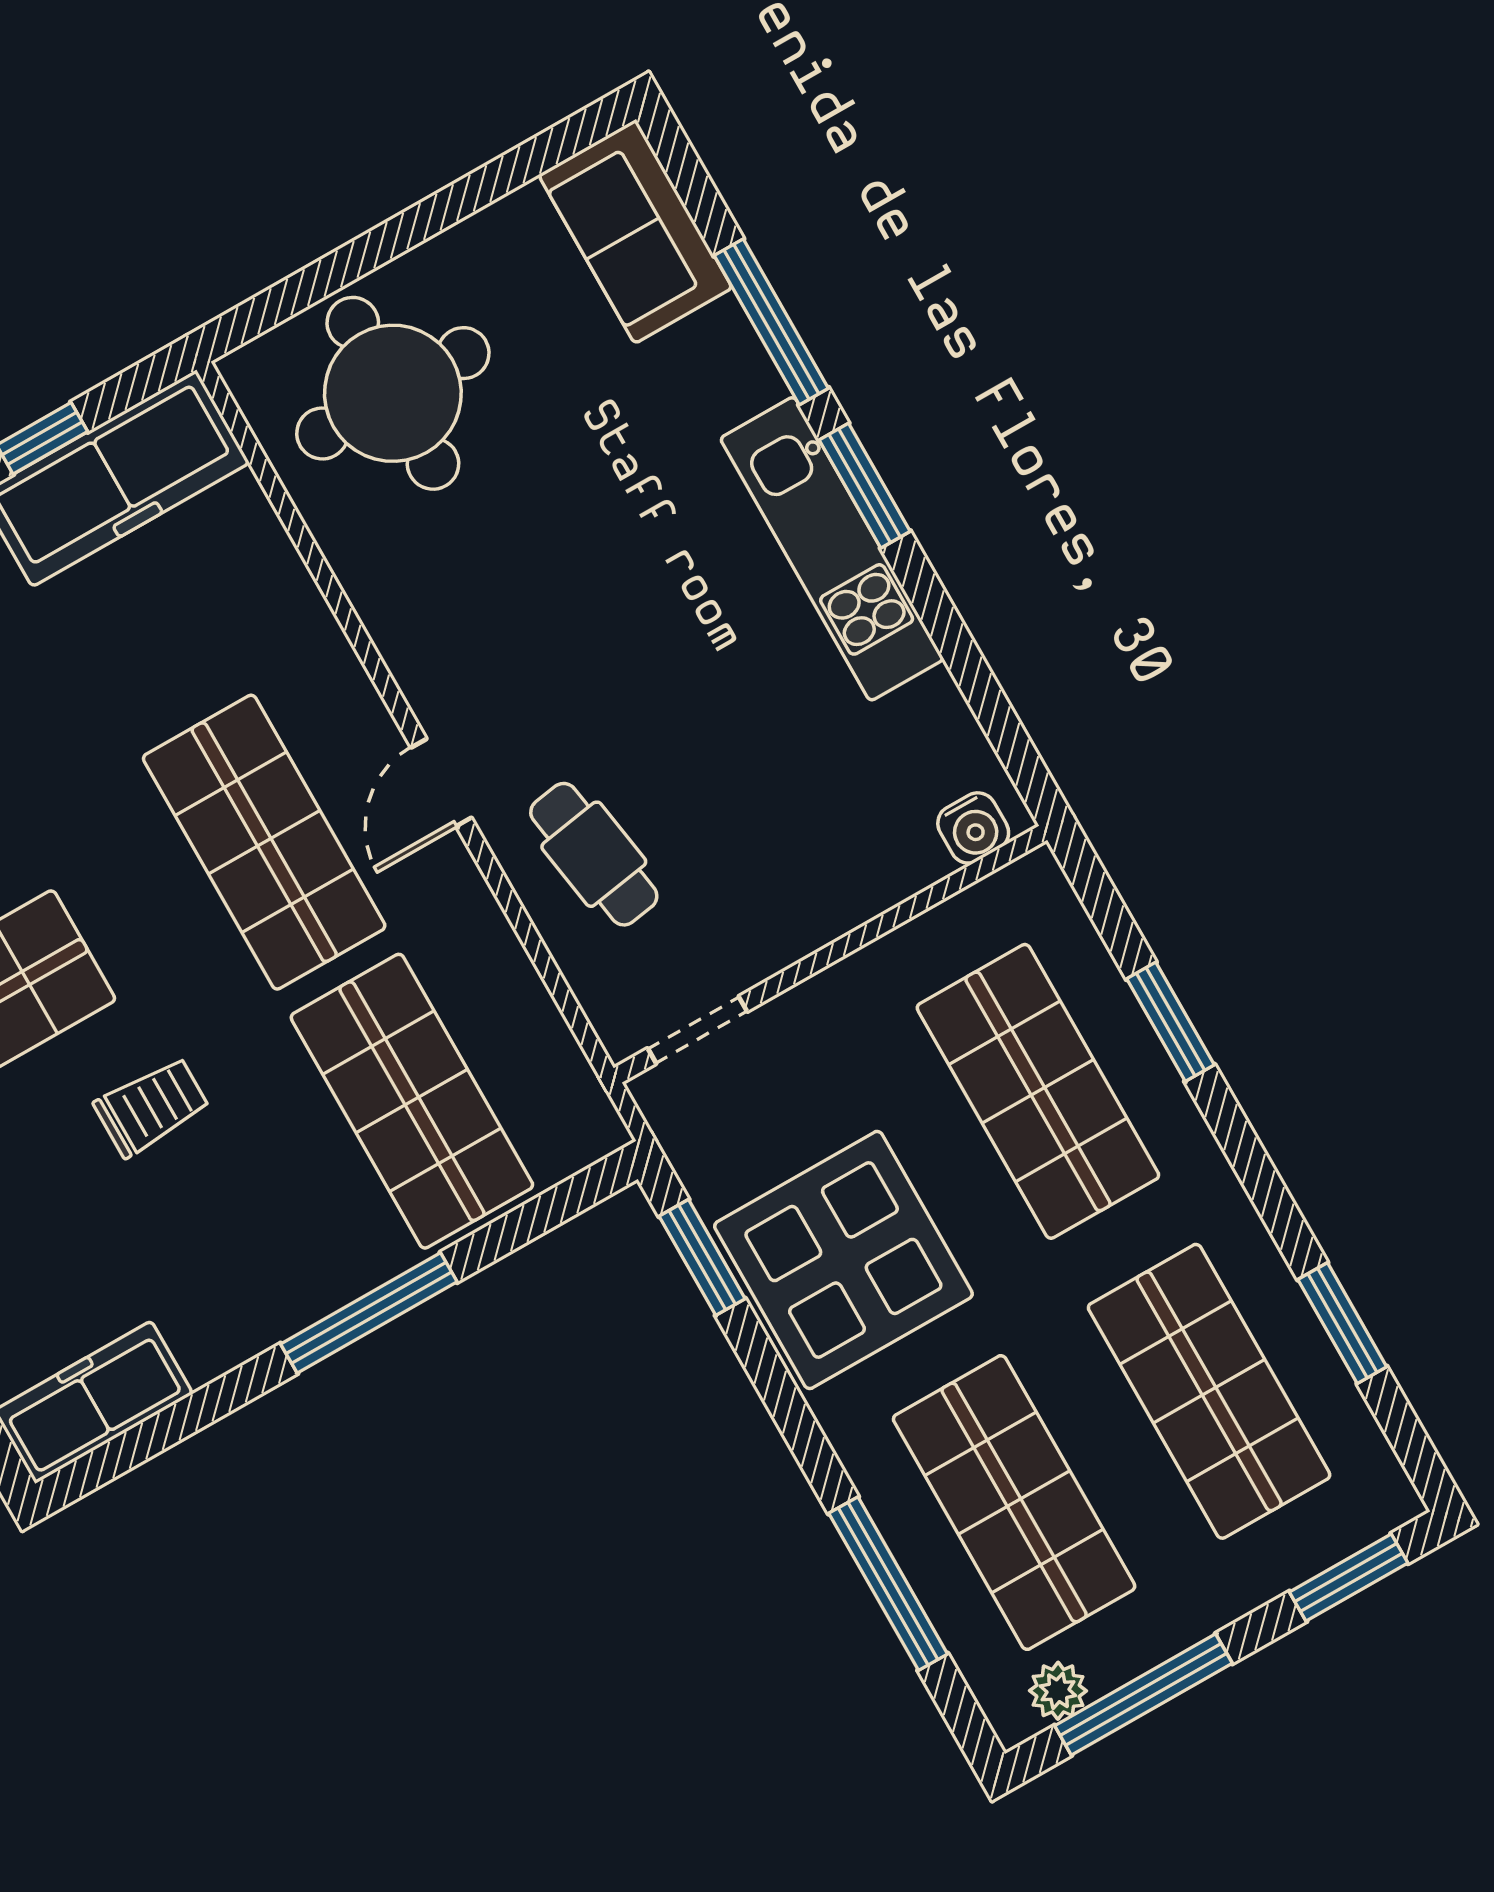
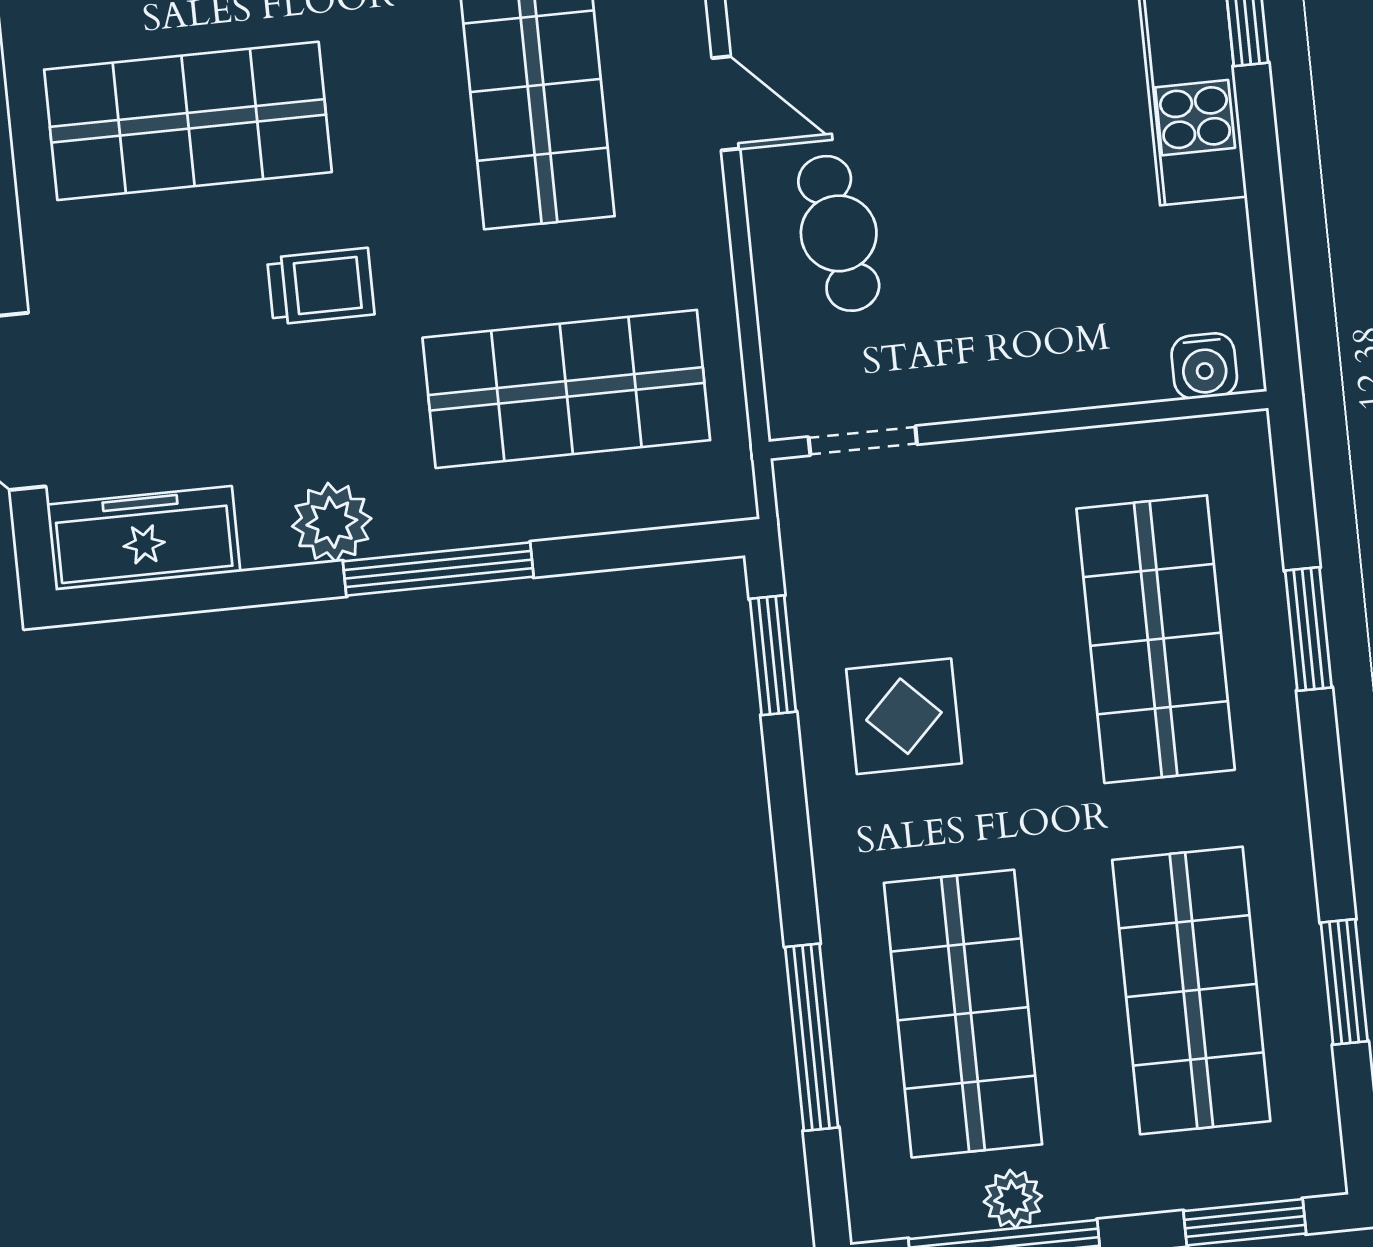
door: (441, 783) -> (726, 103), swing flipped
shop shelf: (412, 1101) -> (566, 389), turned 90
display table: (843, 1260) -> (904, 716), width x0.54, depth x0.54
plant: (255, 1313) -> (332, 522), added
plant: (1058, 1691) -> (1013, 1199), moved

